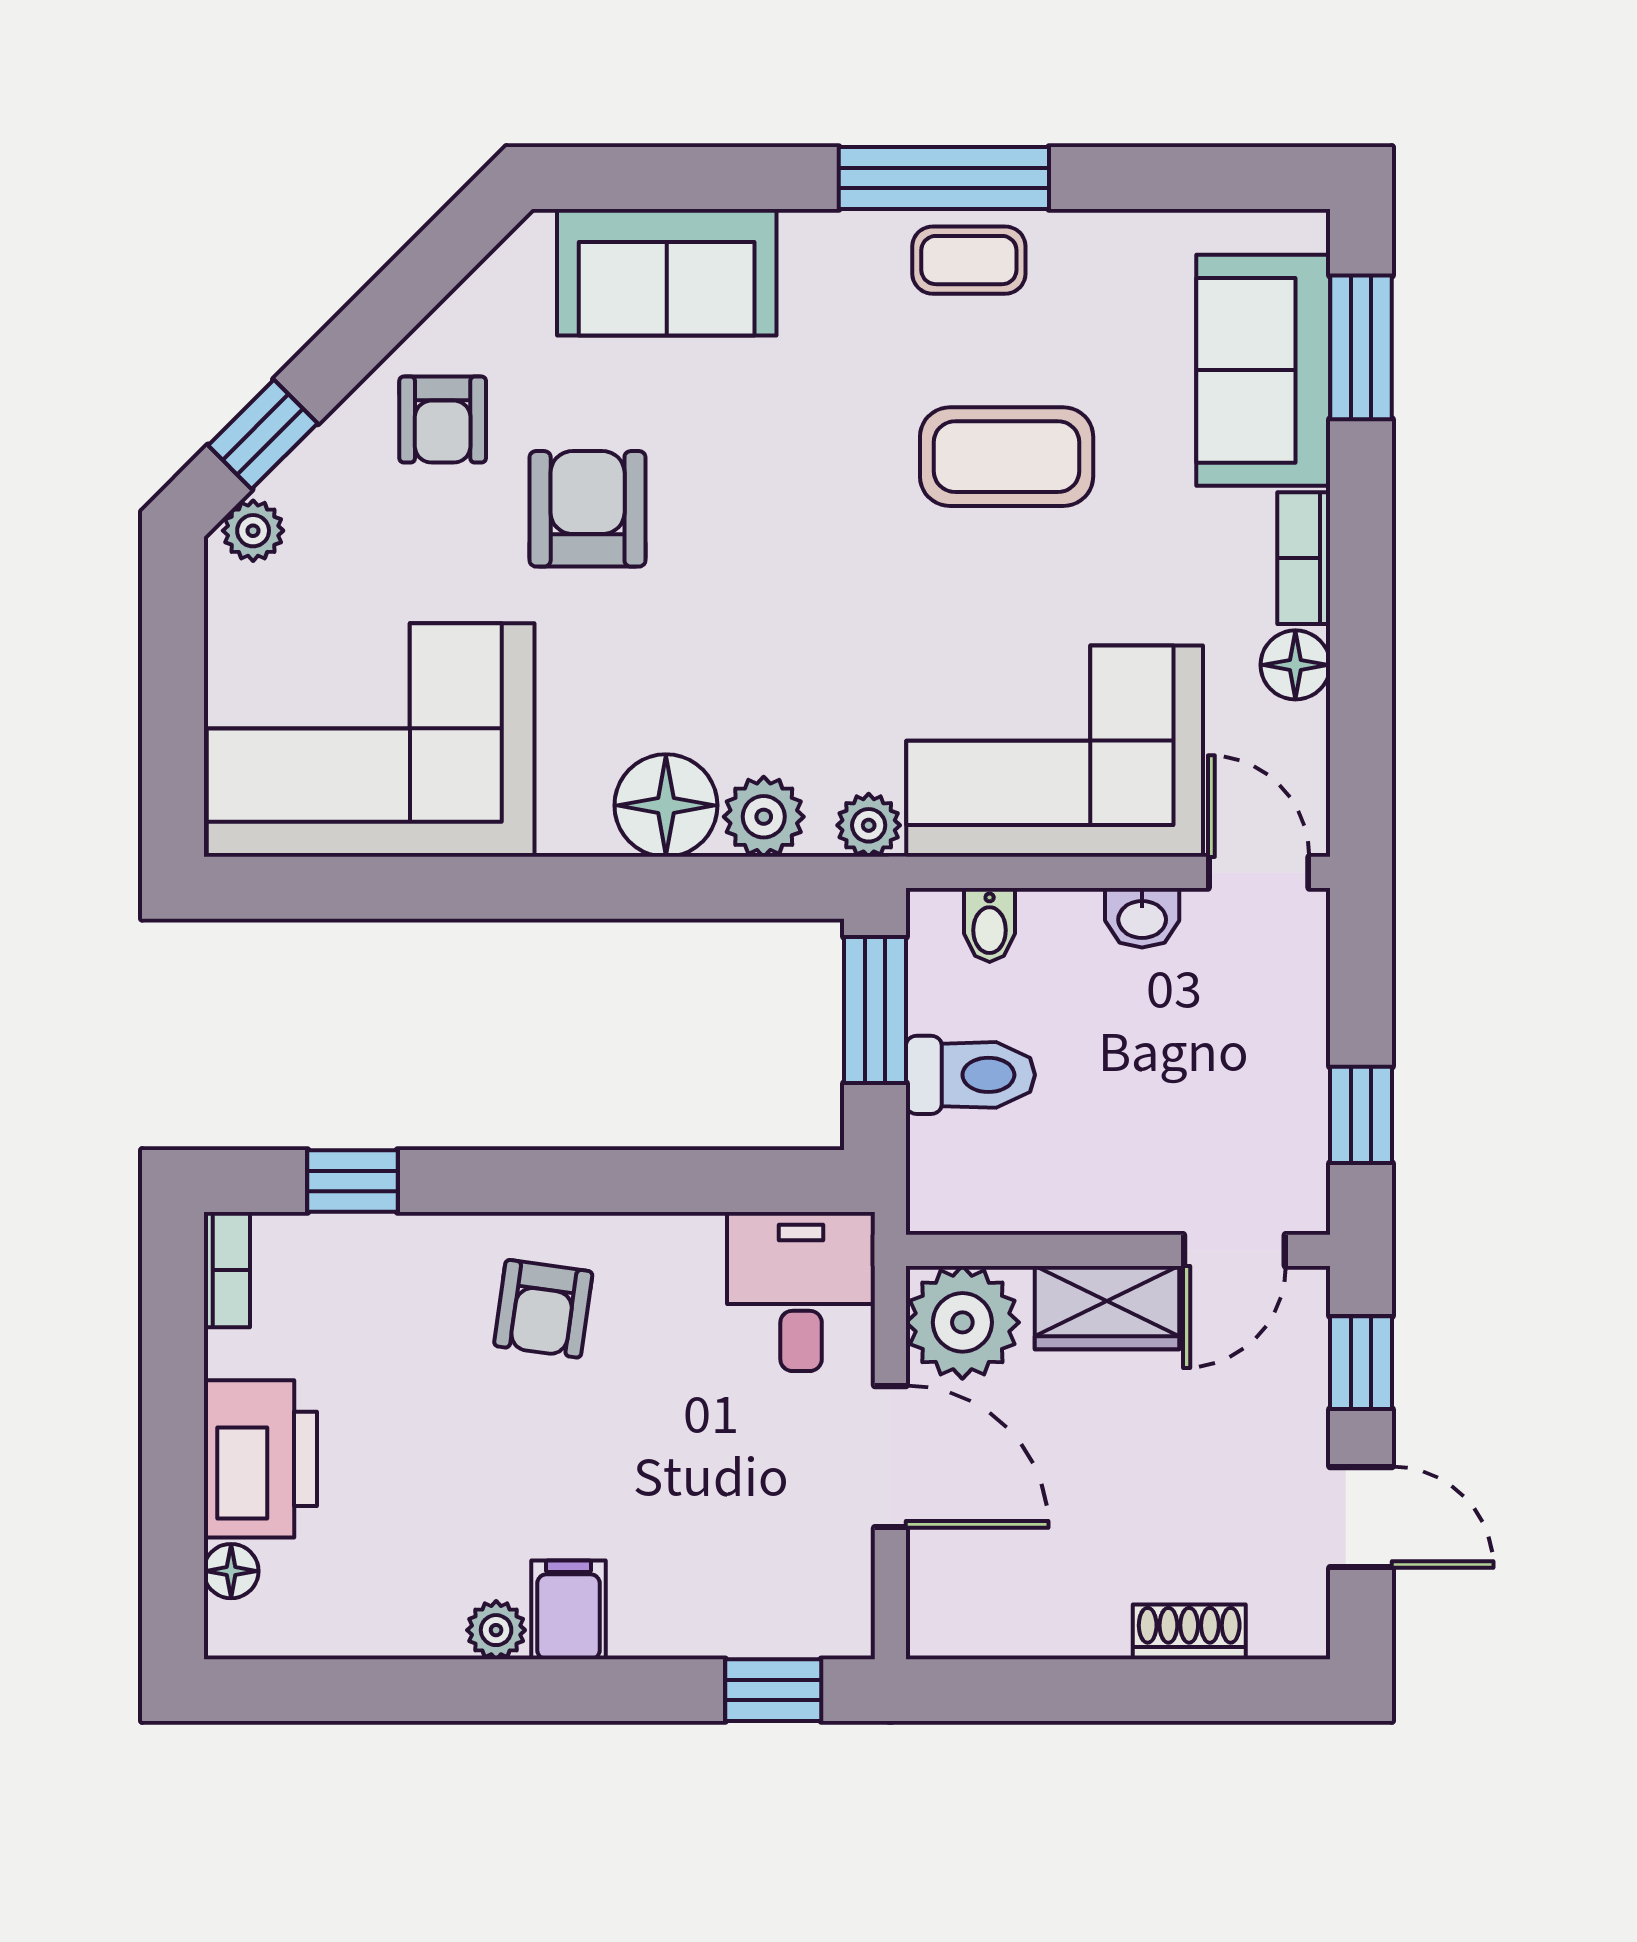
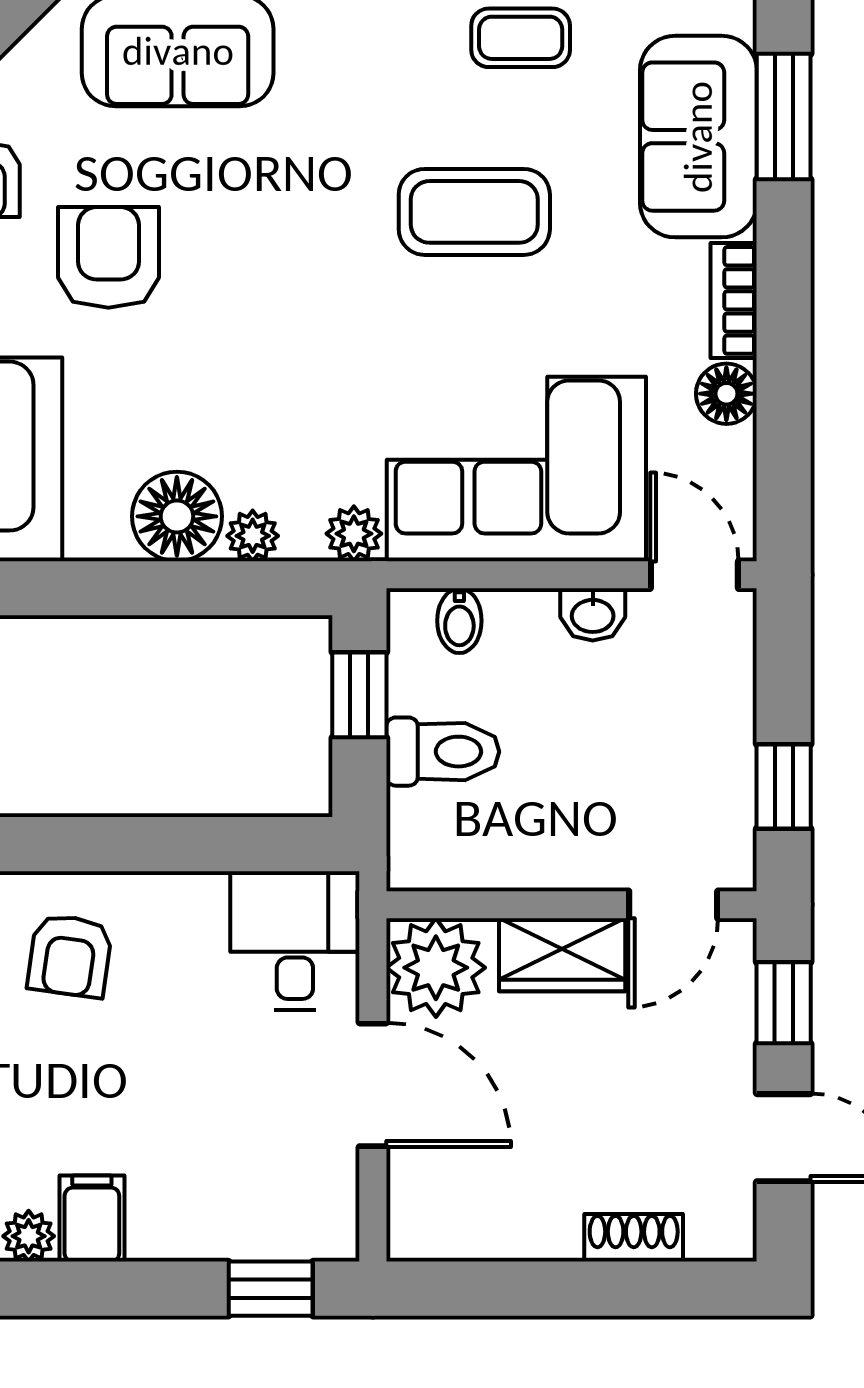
coffee table: (969, 260) -> (521, 38), moved
plant: (764, 817) -> (253, 536), width x0.73, depth x0.73
window: (875, 1010) -> (359, 695), width x0.67

